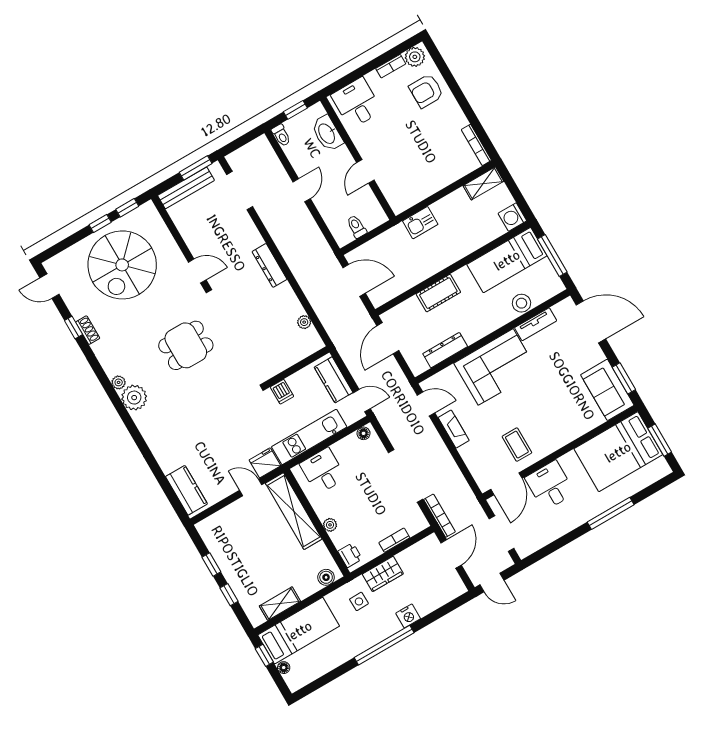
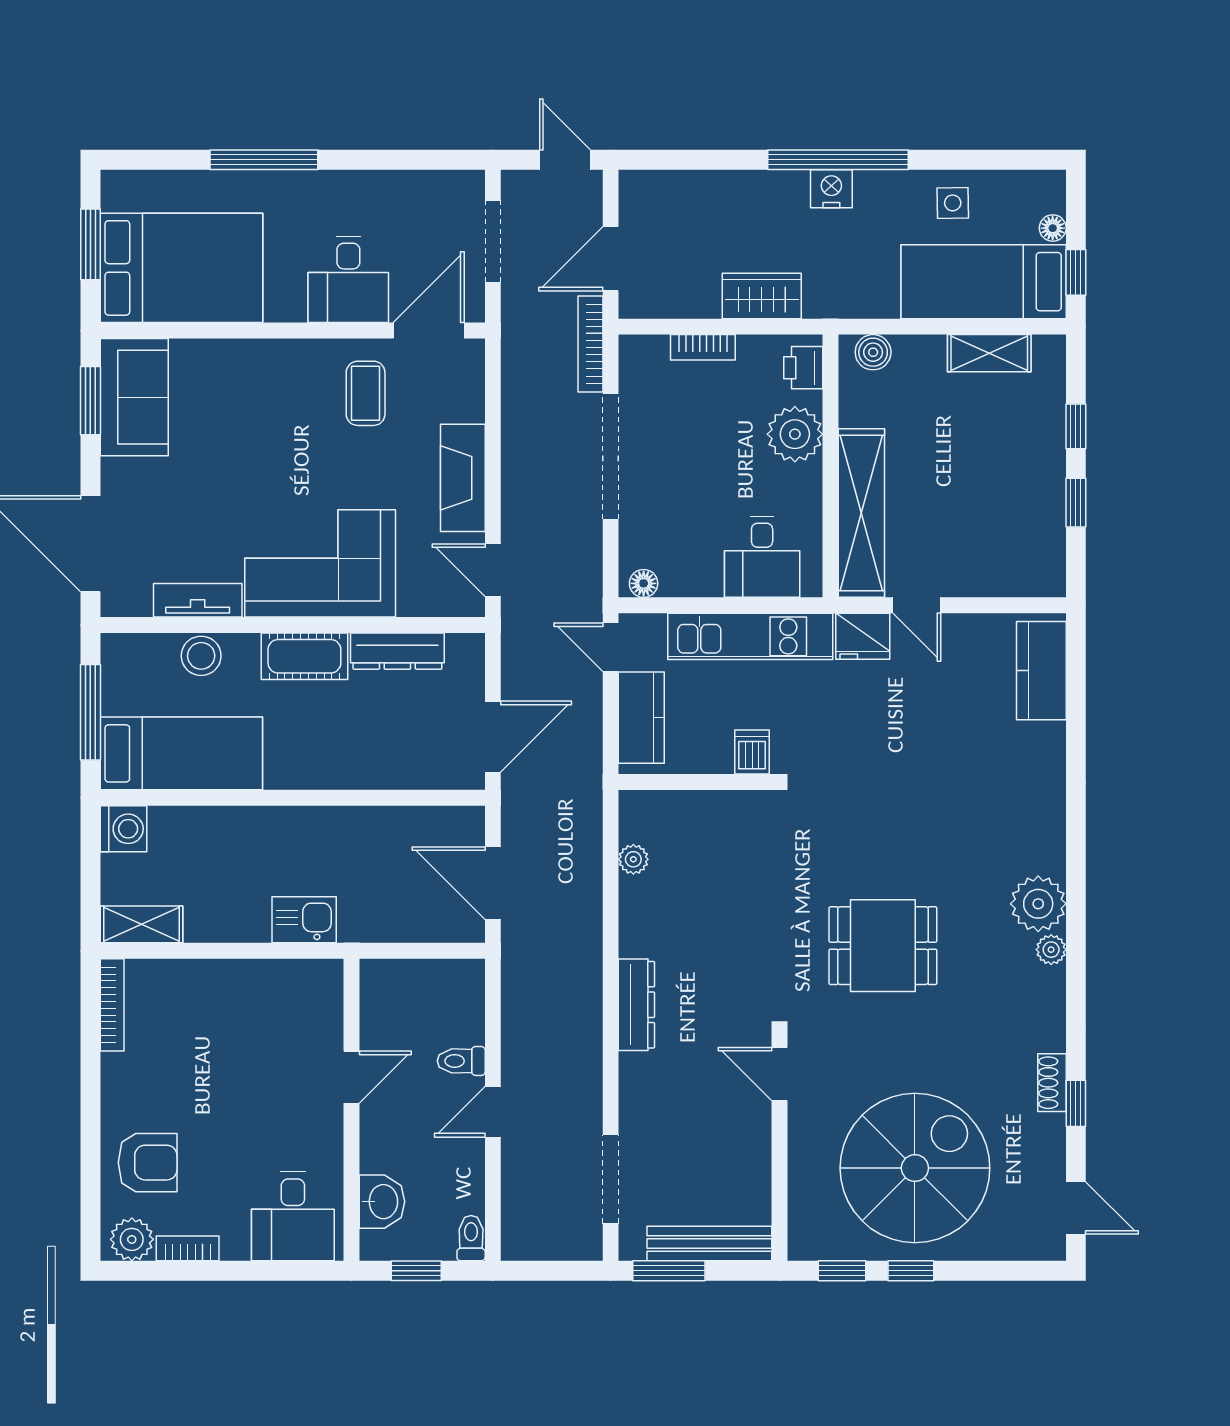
washbasin: (327, 133) -> (382, 1202), width x0.72
toilet: (357, 227) -> (461, 1061), moved, turned 90
cot: (438, 293) -> (304, 656), moved
fireplace: (454, 429) -> (463, 478), width x1.37, depth x1.32
plant: (330, 525) -> (795, 434), width x1.87, depth x1.87
side table: (359, 601) -> (953, 203), moved
nightstand: (408, 616) -> (831, 189), moved

